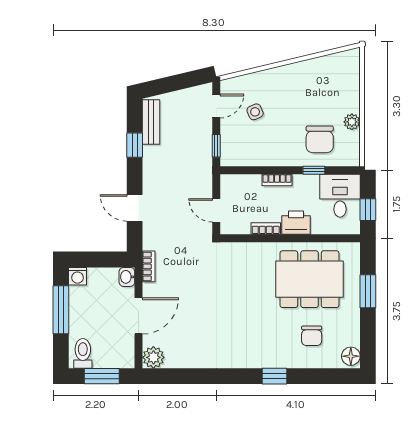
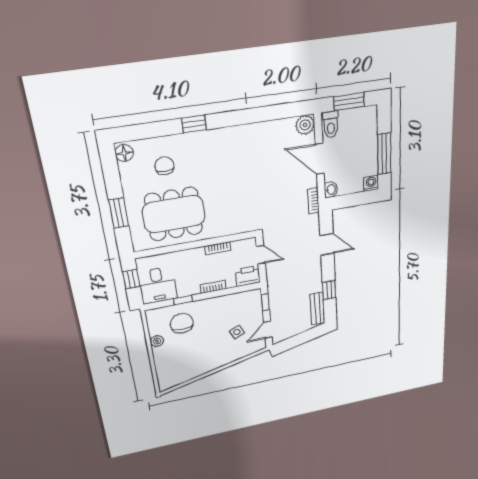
printer: (296, 223) -> (248, 276), moved, turned 180
door: (139, 316) -> (320, 159), hinge flipped
toilet: (83, 353) -> (331, 125), moved

